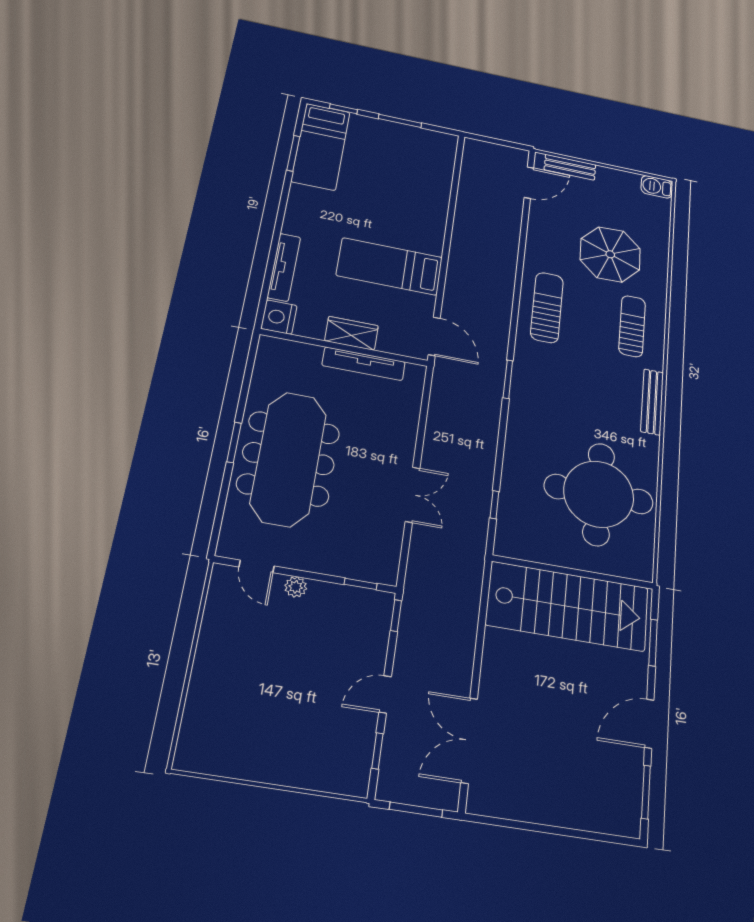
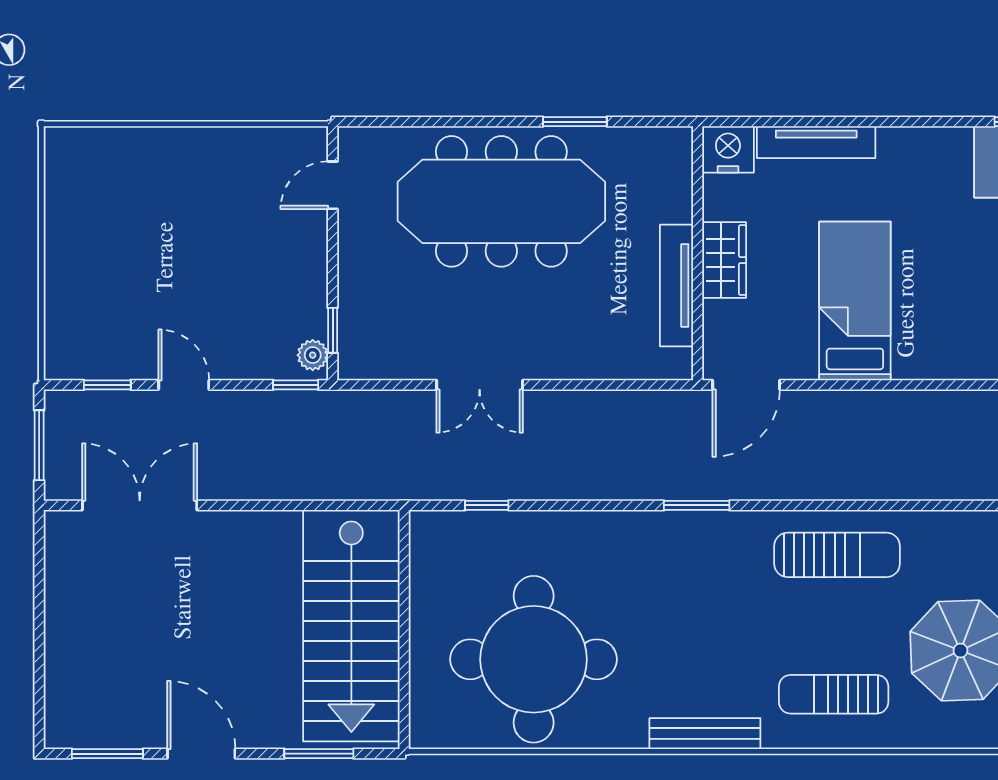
sun lounger: (632, 326) -> (834, 694), turned 180
window: (234, 442) -> (575, 122), moved
plant: (296, 587) -> (313, 355), moved

